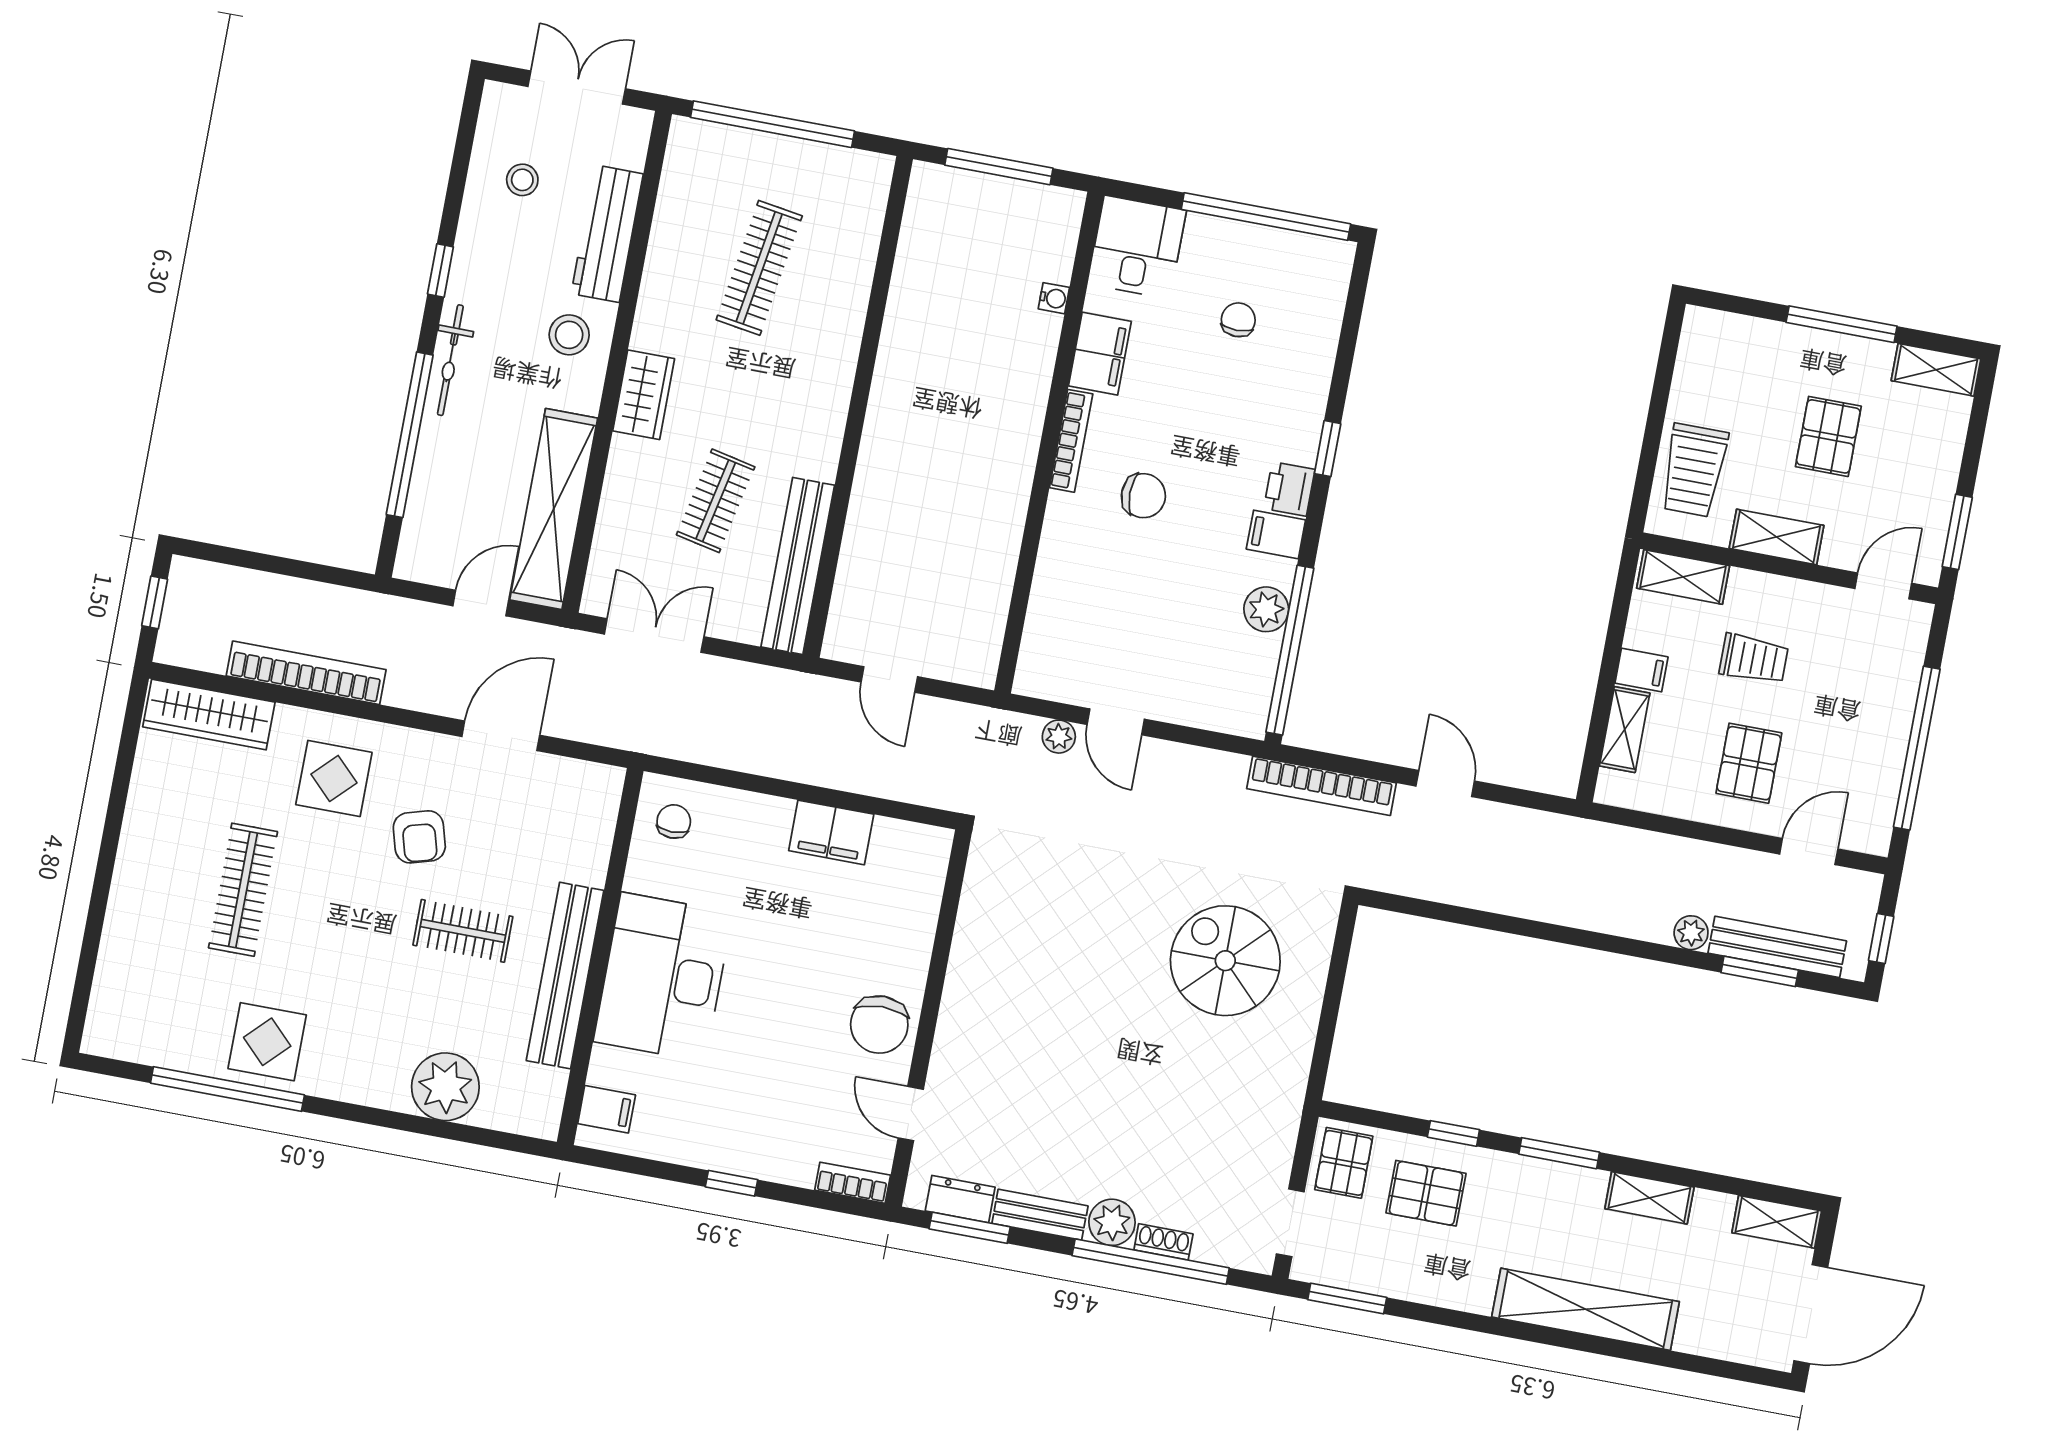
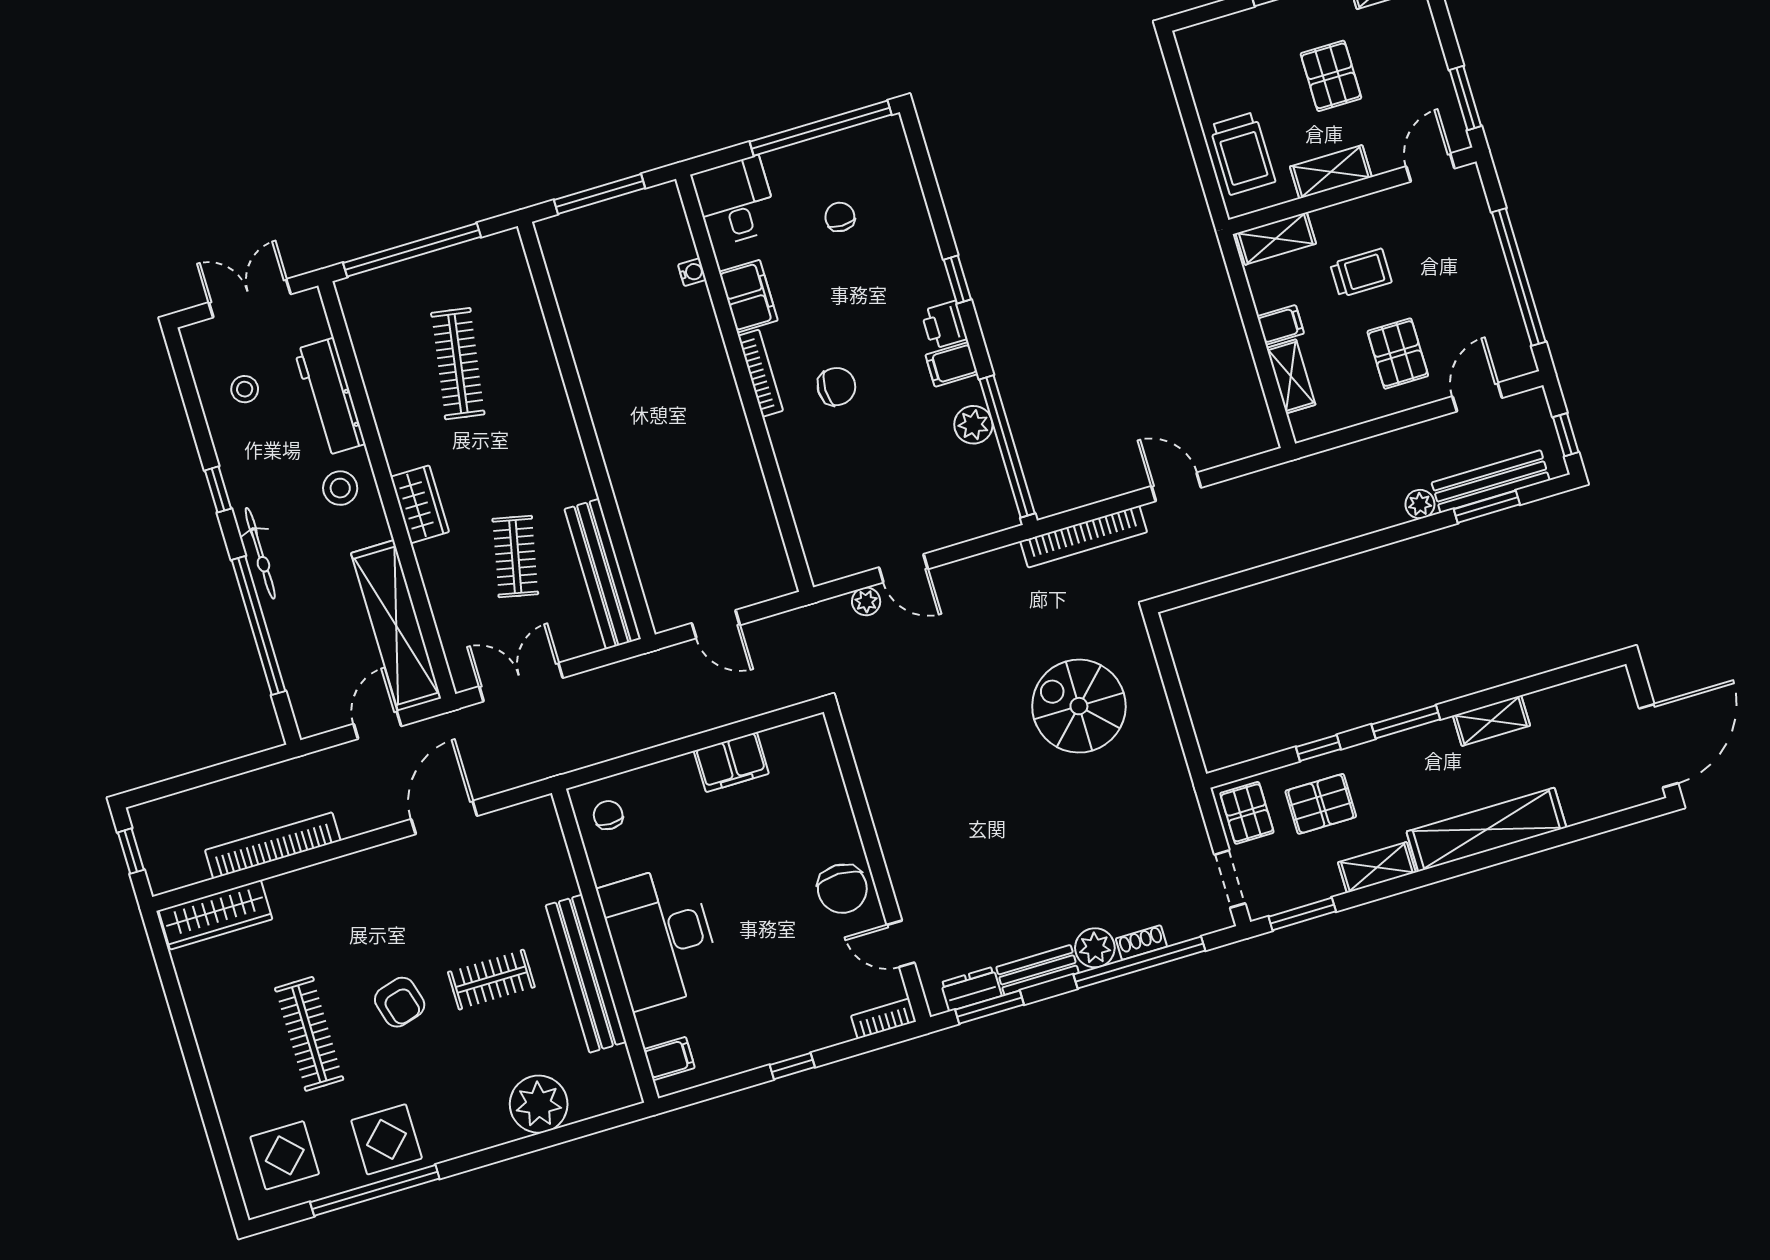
display table: (334, 778) -> (285, 1155), moved
armchair: (419, 837) -> (400, 1002), moved
shelving: (1777, 1222) -> (1377, 867), moved

